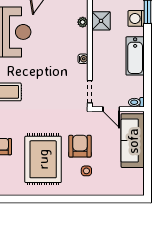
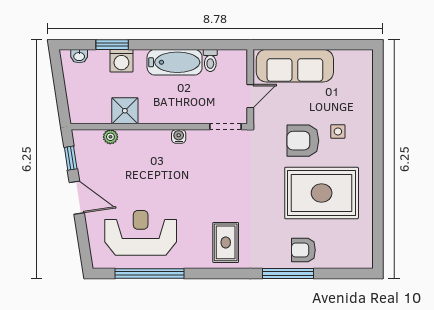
plant: (83, 22) -> (110, 137), moved
toilet: (136, 102) -> (210, 60), moved

